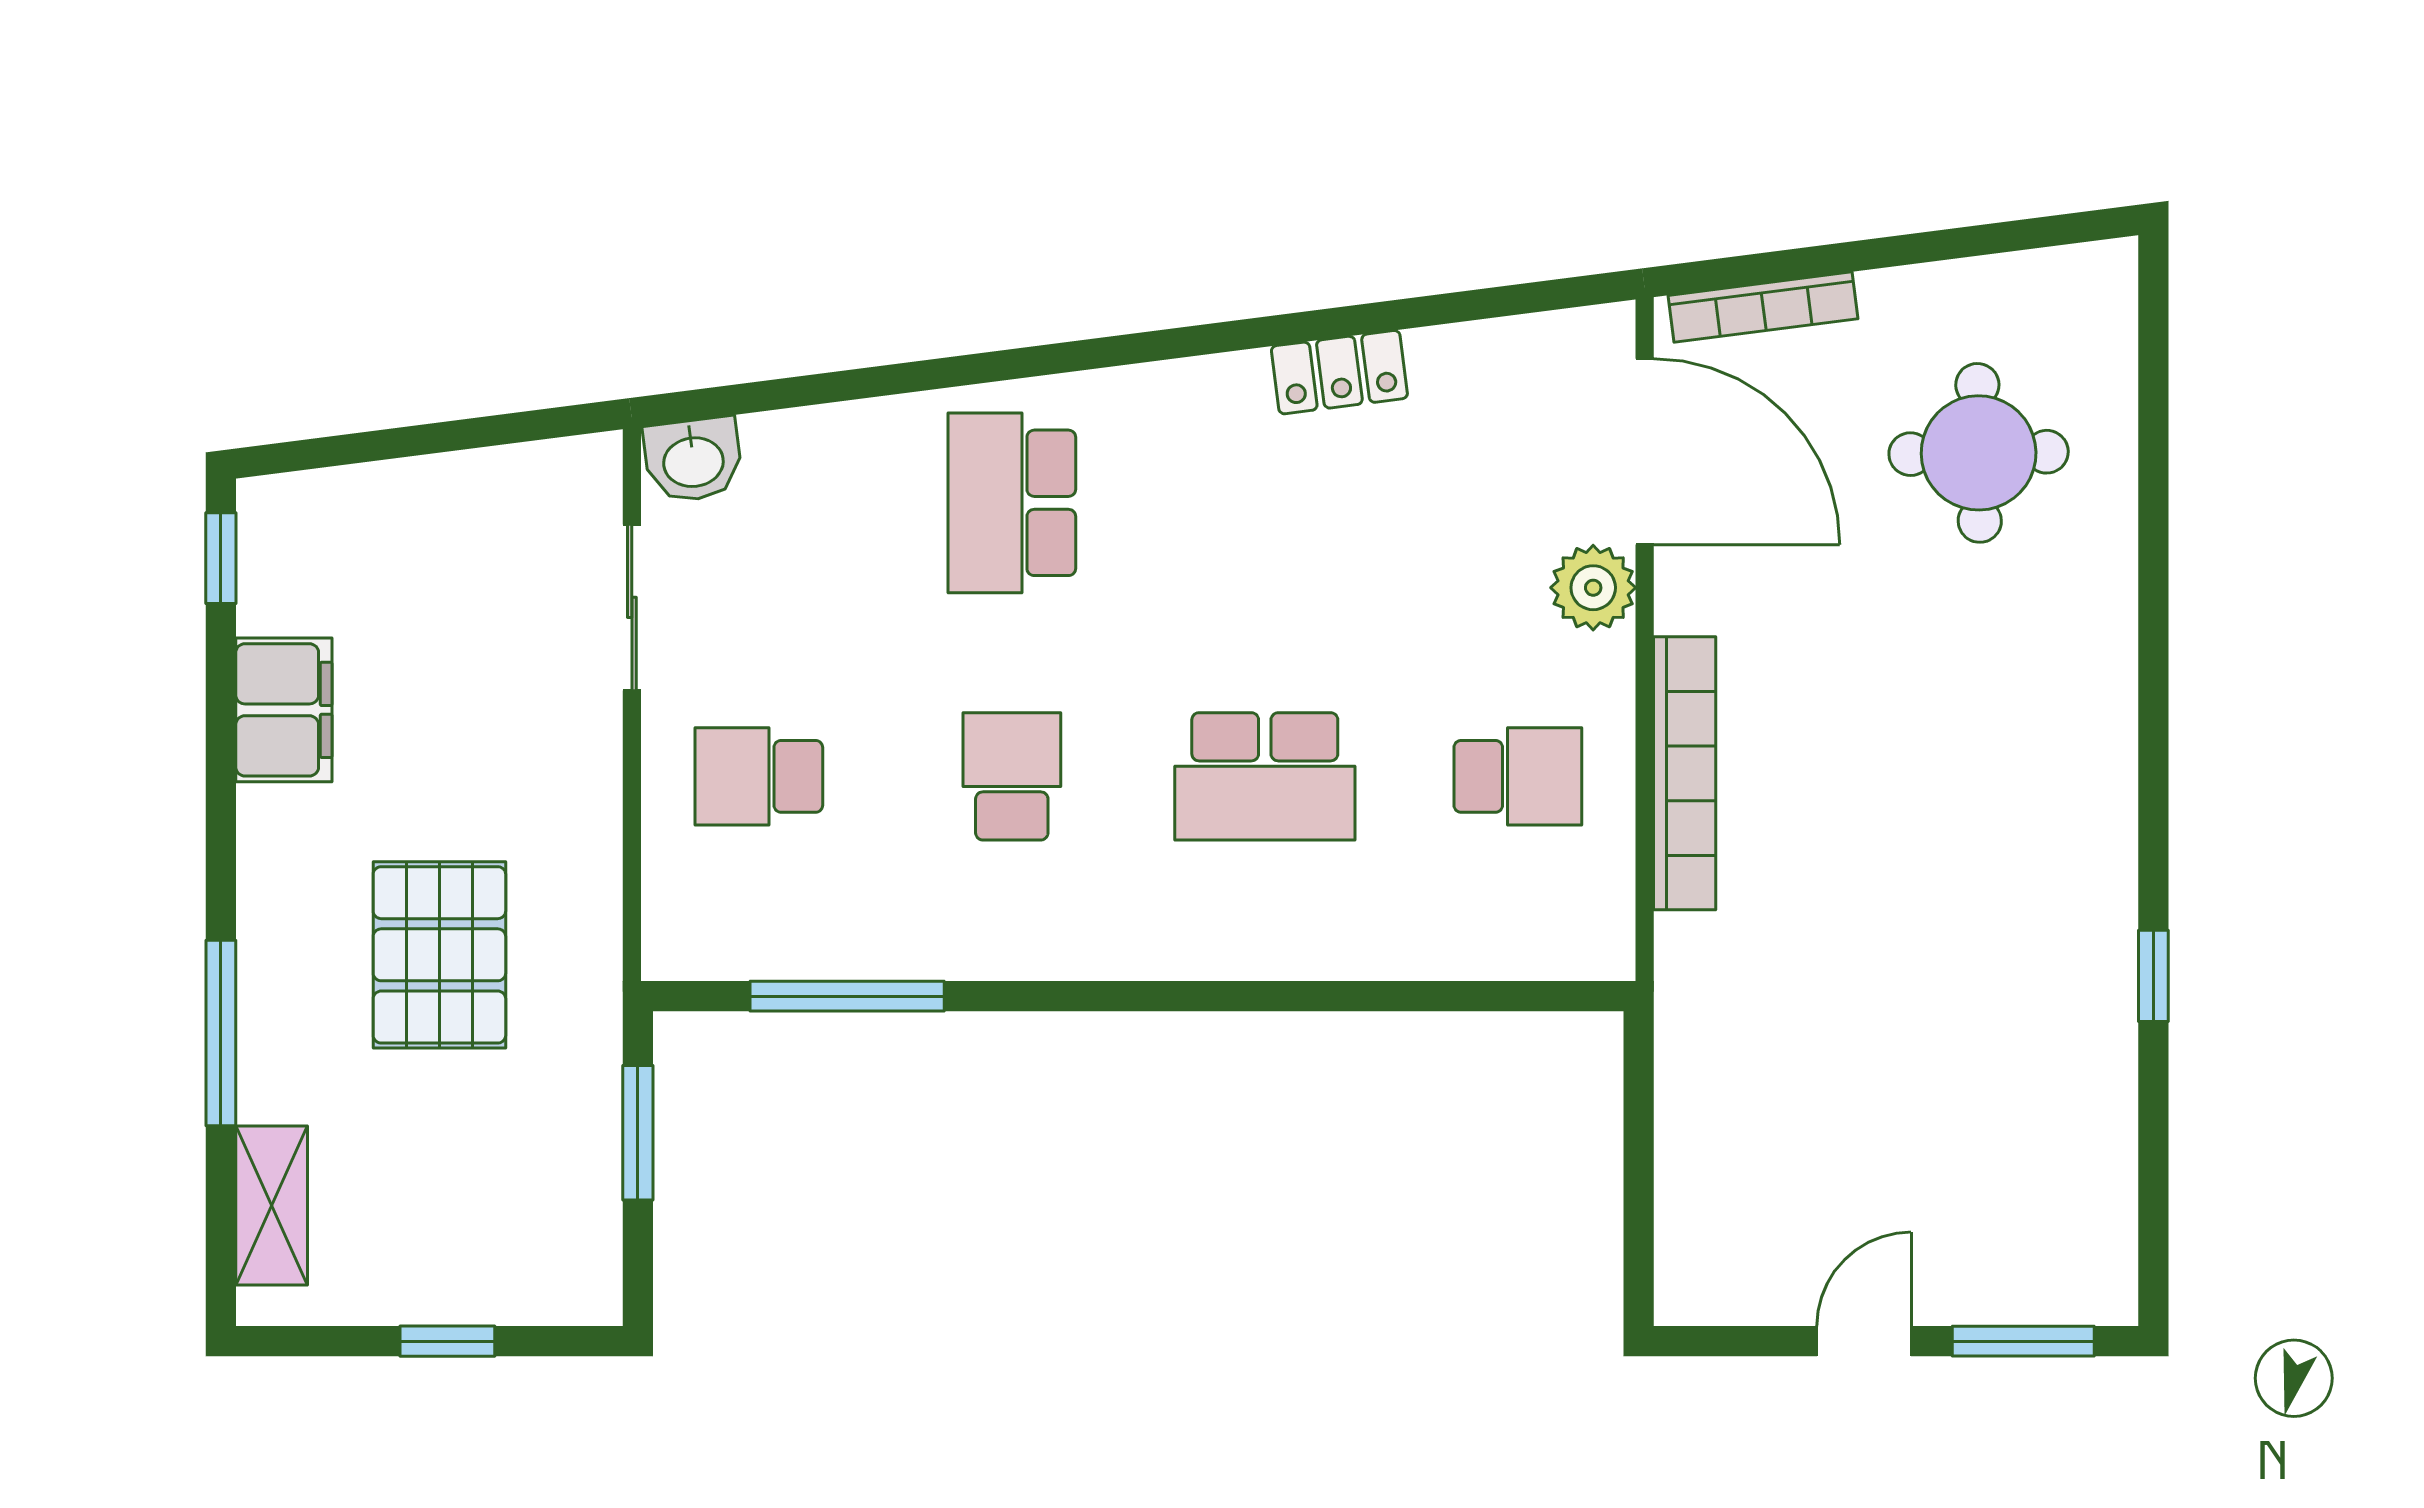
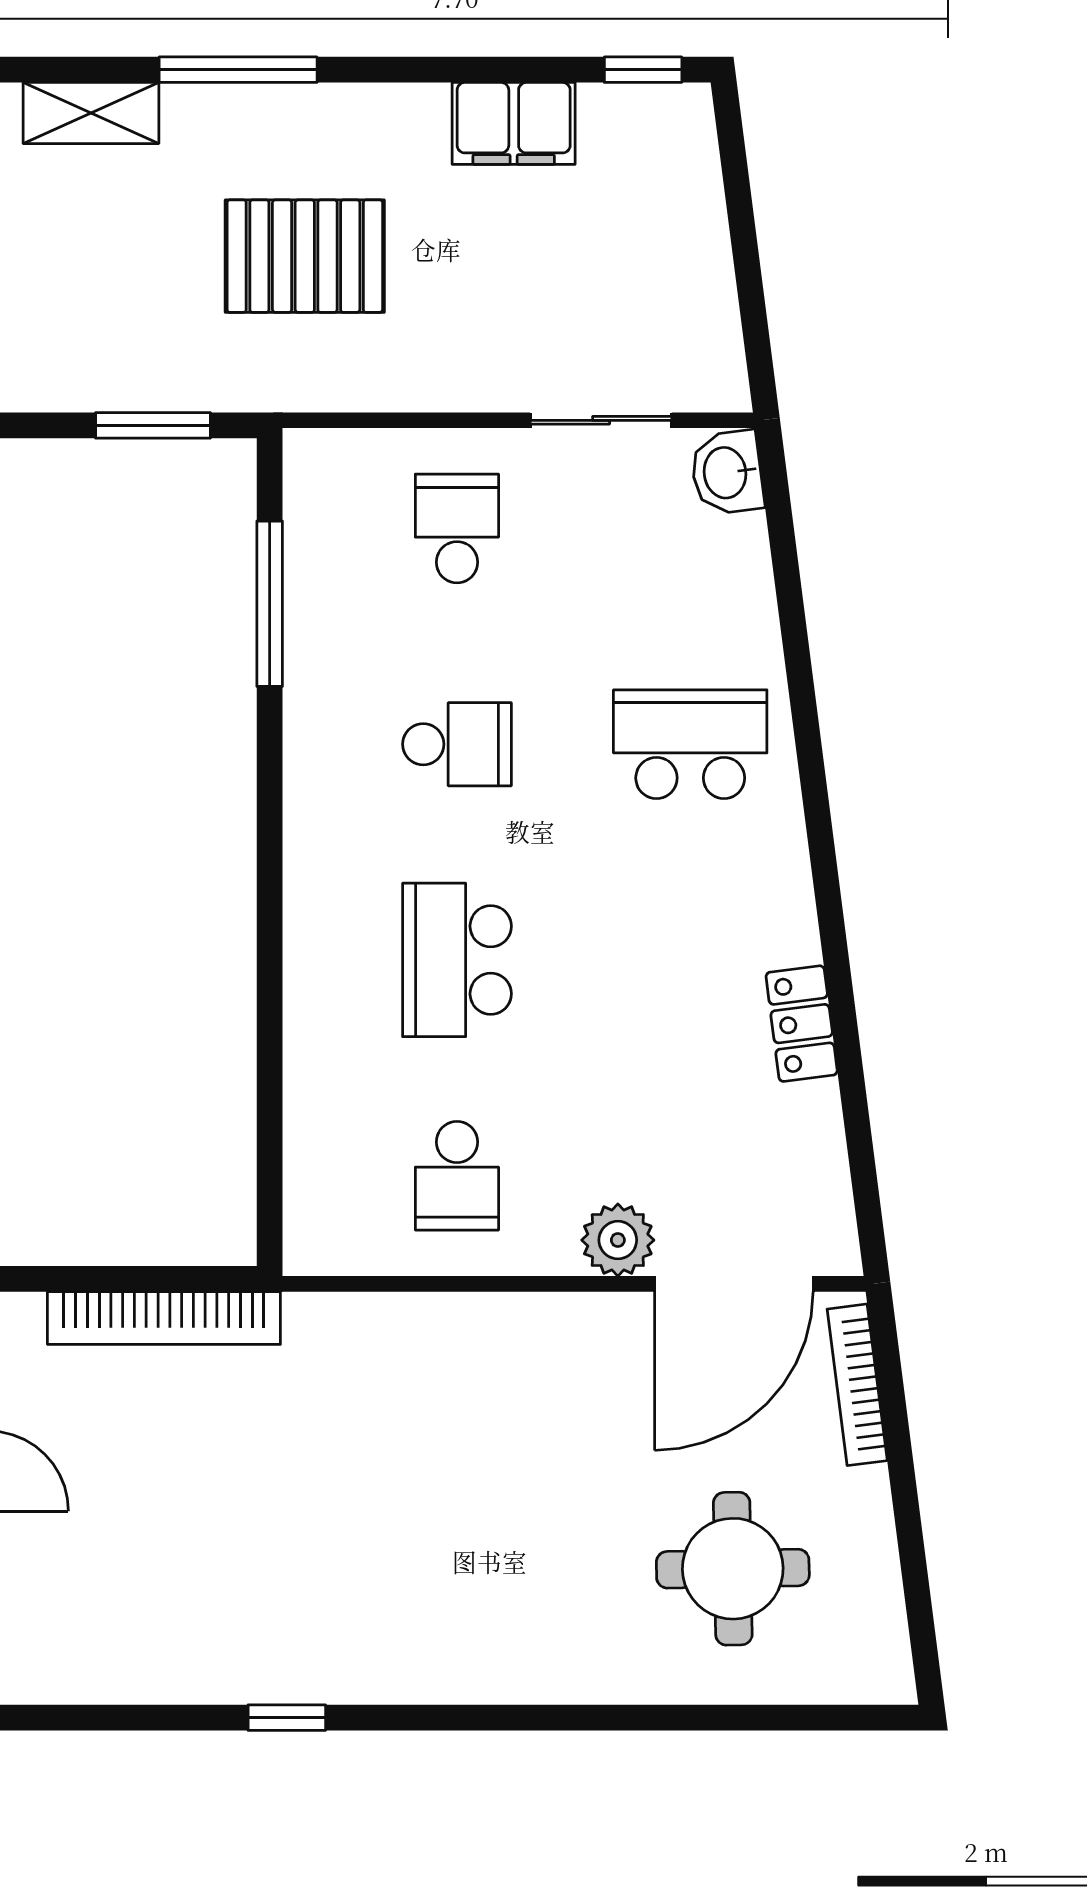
bookcase: (1685, 773) -> (164, 1318), moved

